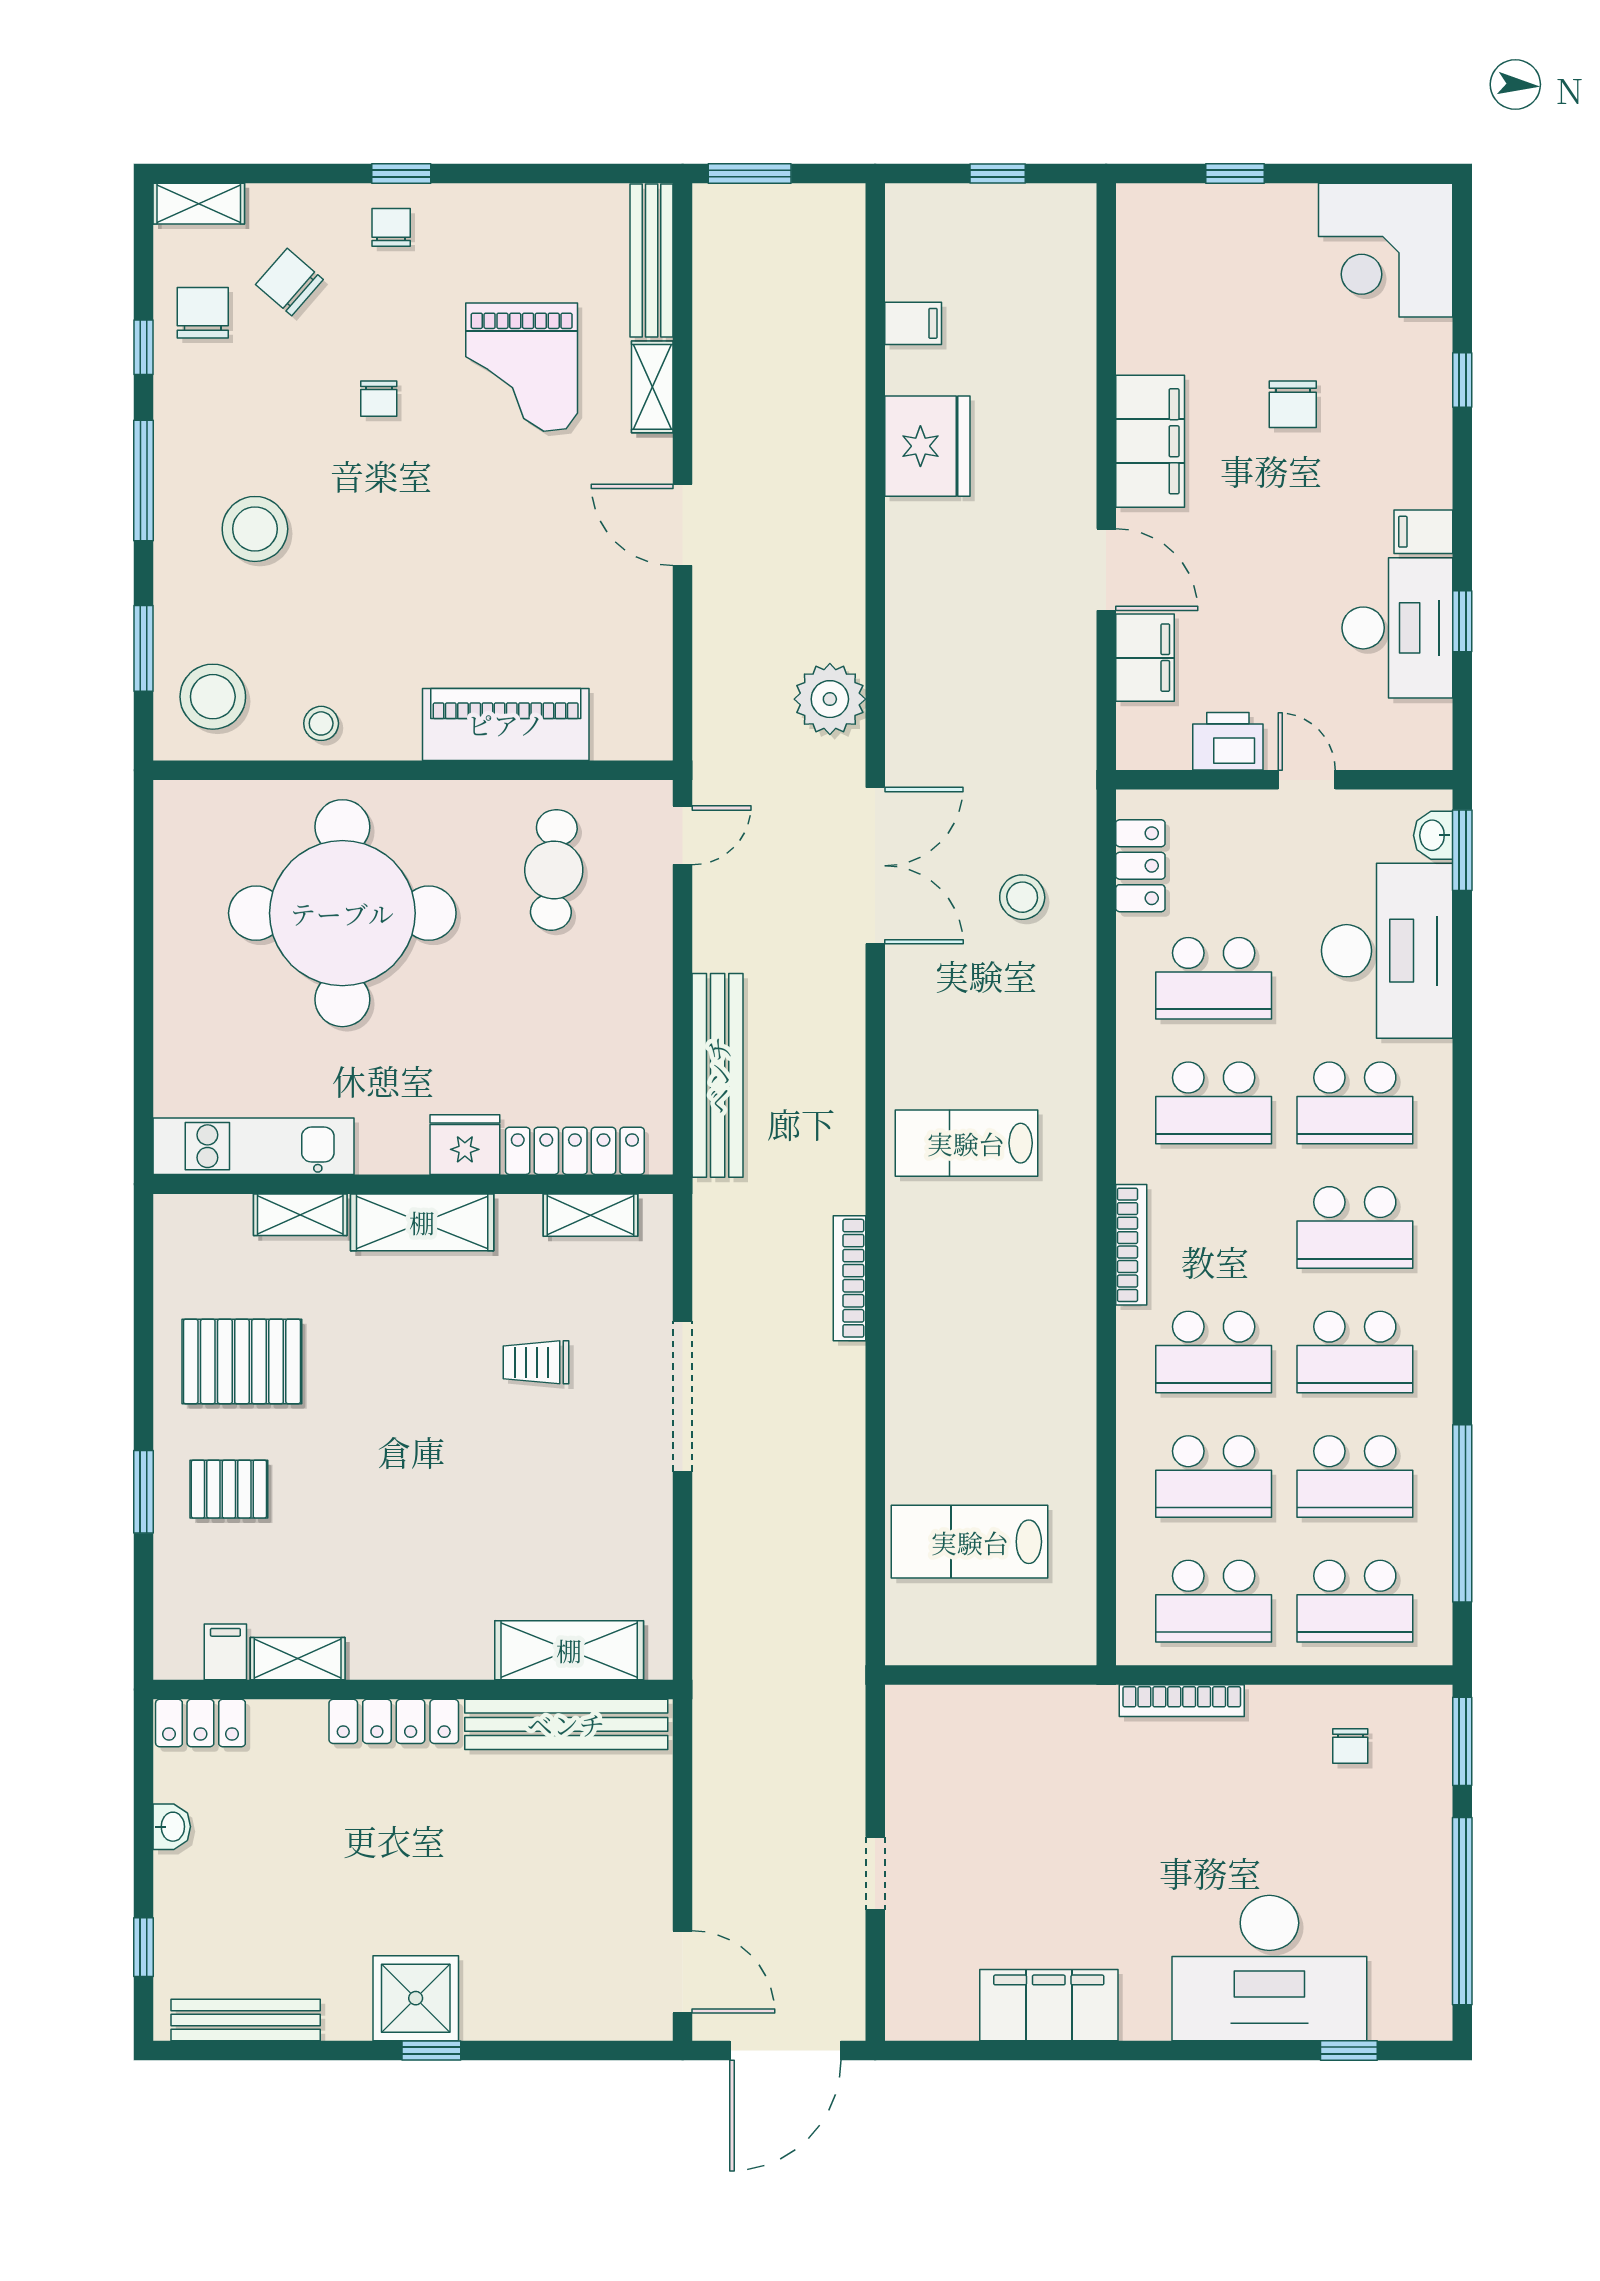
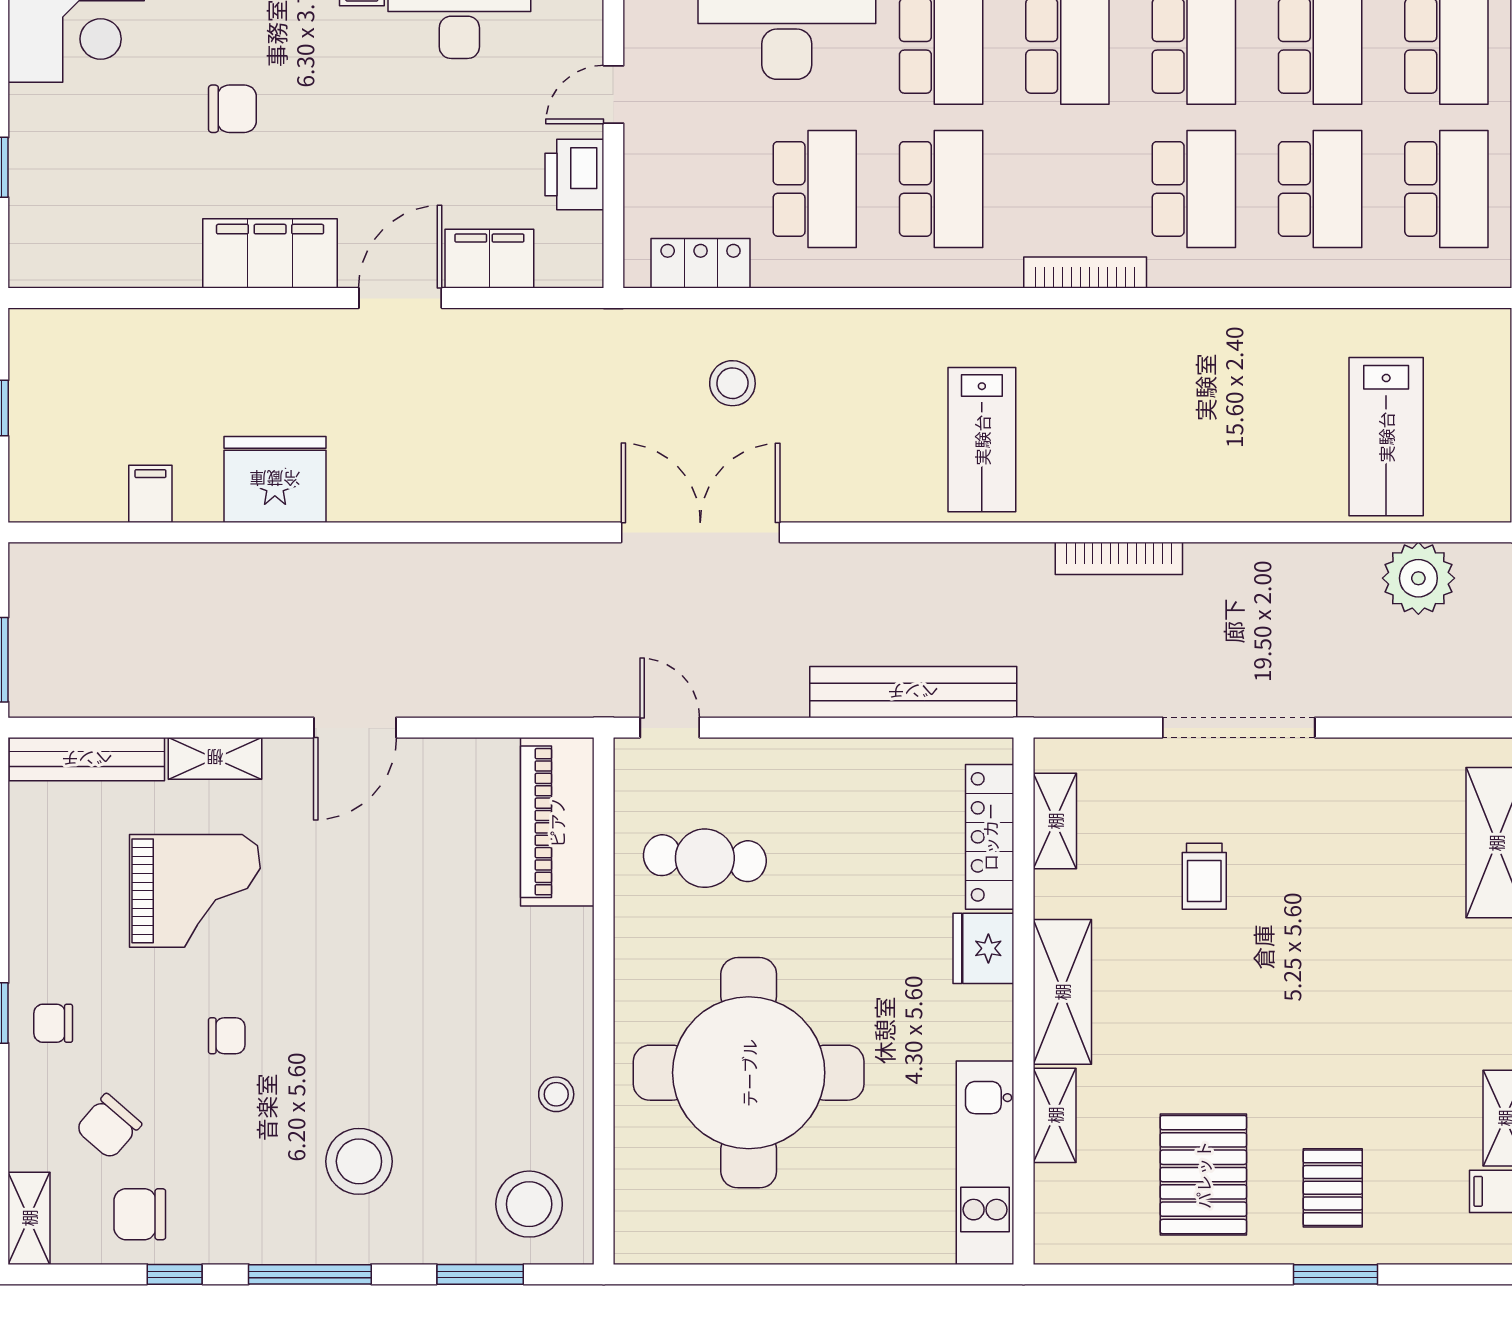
plant: (830, 699) -> (1418, 578), moved
piano: (506, 724) -> (557, 822), moved

